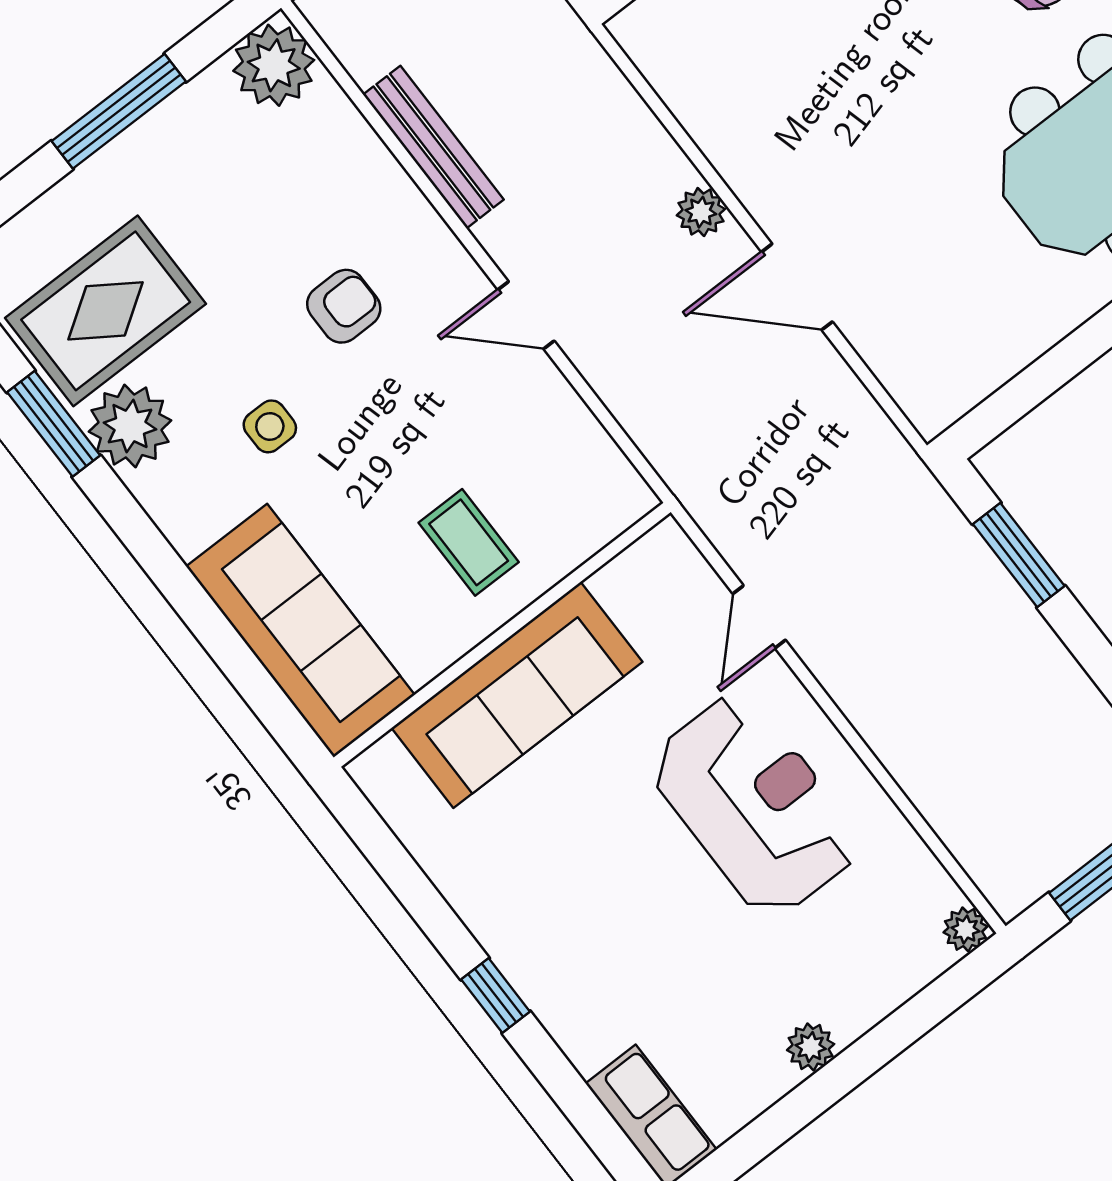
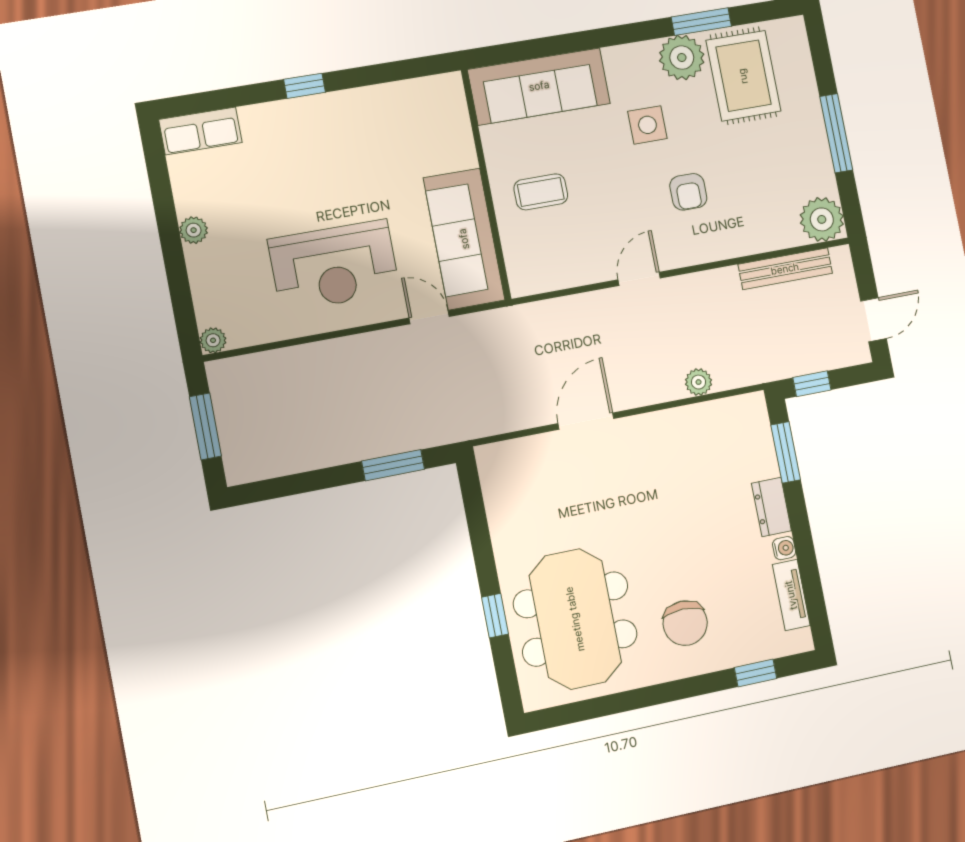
bench: (433, 147) -> (785, 269), moved
plant: (701, 212) -> (699, 382), moved
side table: (270, 426) -> (647, 125), width x1.37, depth x1.37
sofa: (517, 695) -> (464, 239), moved

